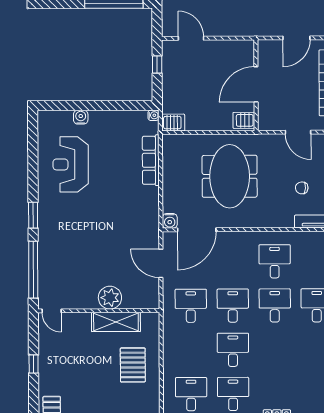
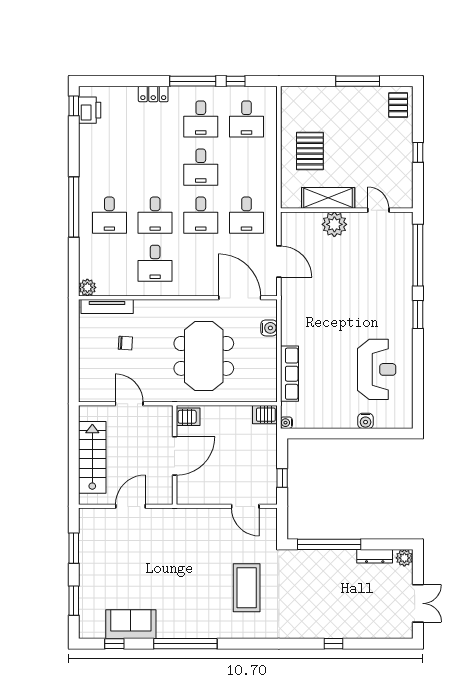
water cooler: (170, 221) -> (269, 328), moved, turned 90
door: (197, 230) -> (240, 298), hinge flipped
door: (52, 311) -> (378, 210), moved

